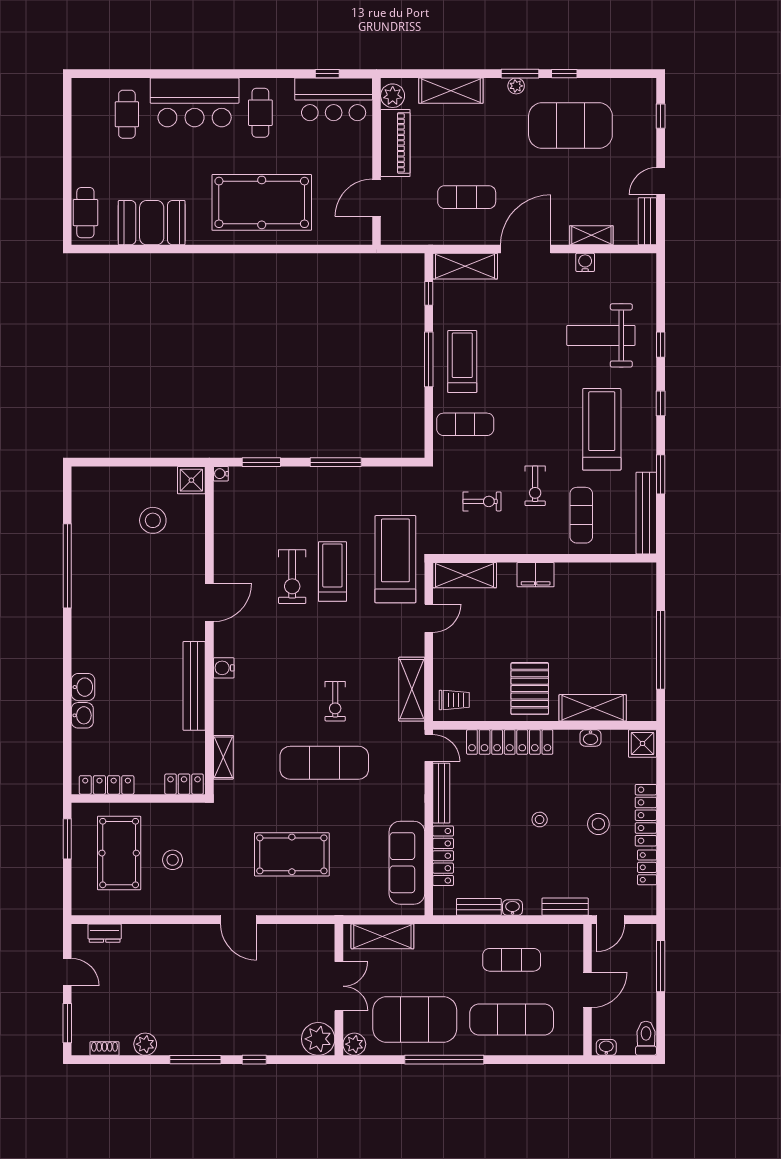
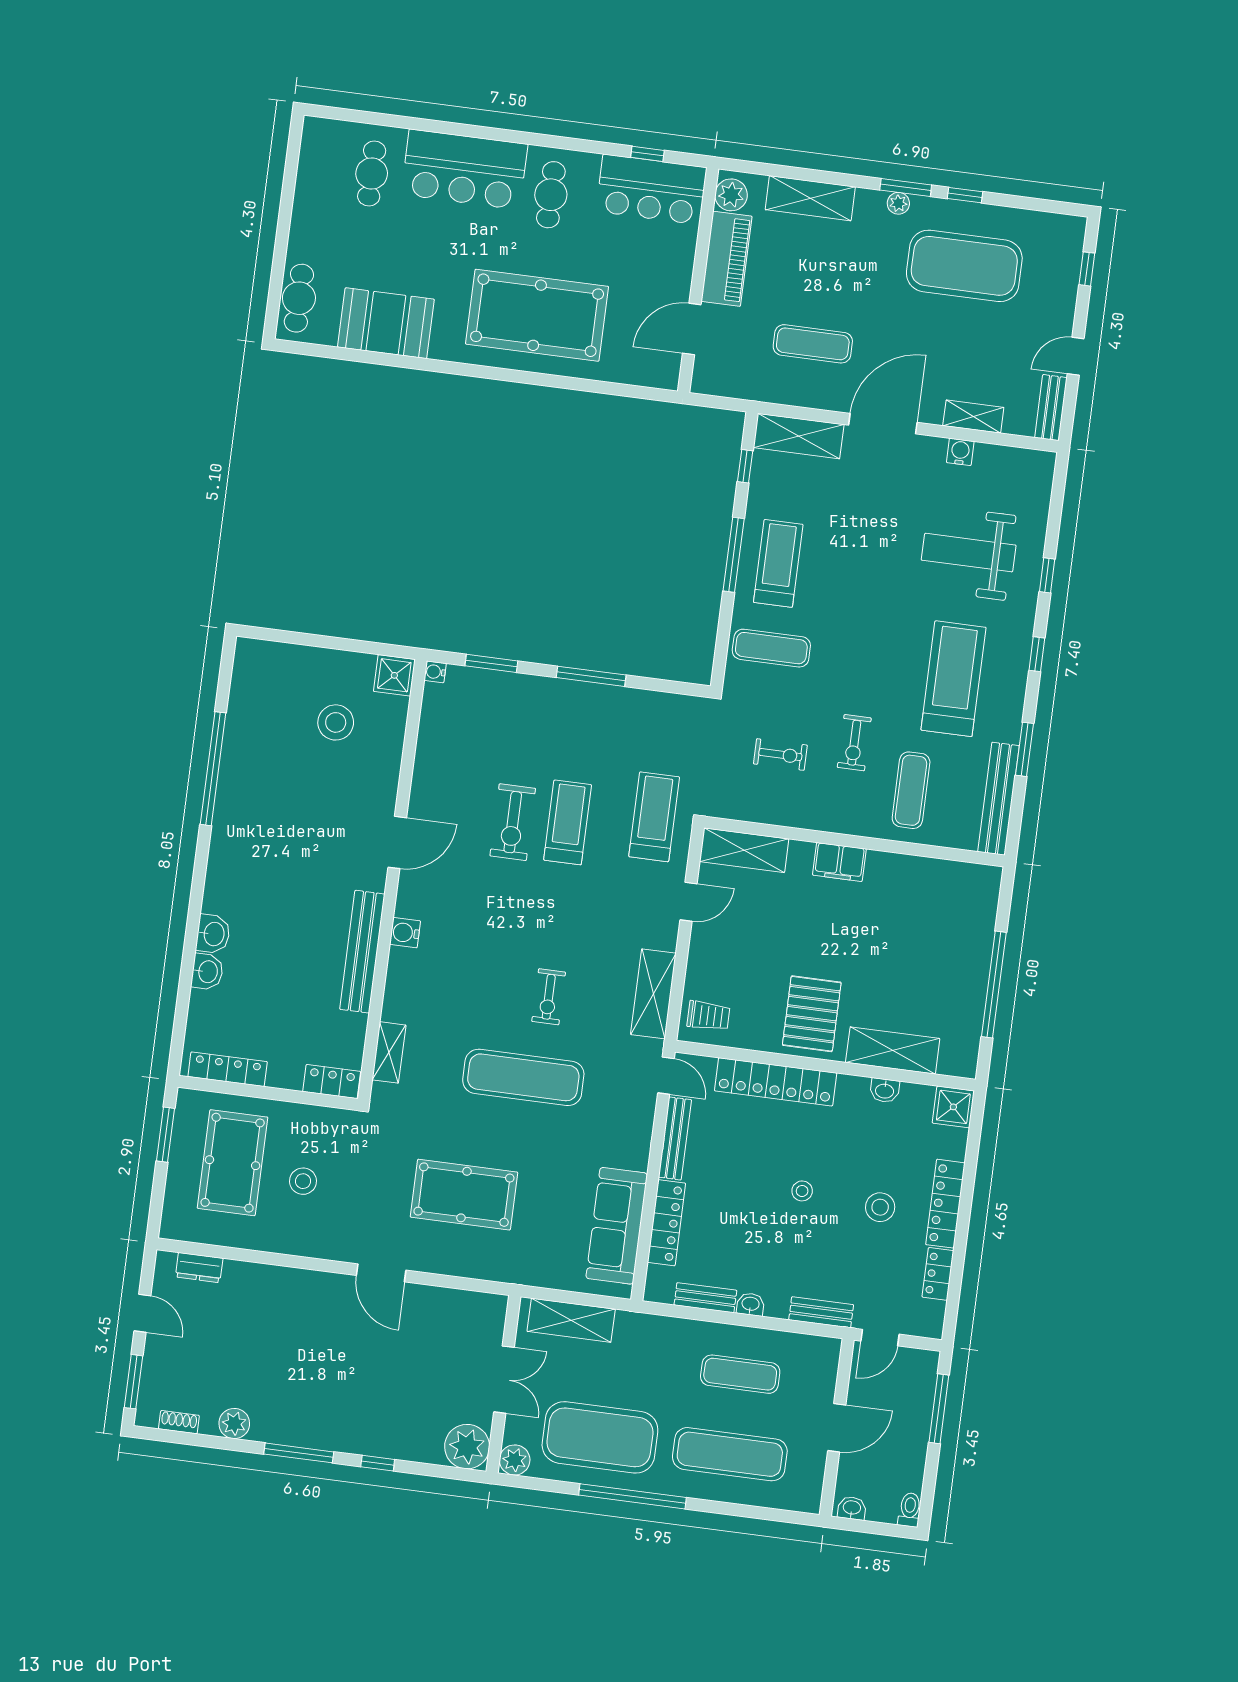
treadmill: (395, 559) -> (654, 817), width x0.73, depth x0.73
toilet: (646, 1038) -> (910, 1510), width x0.73, depth x0.72

